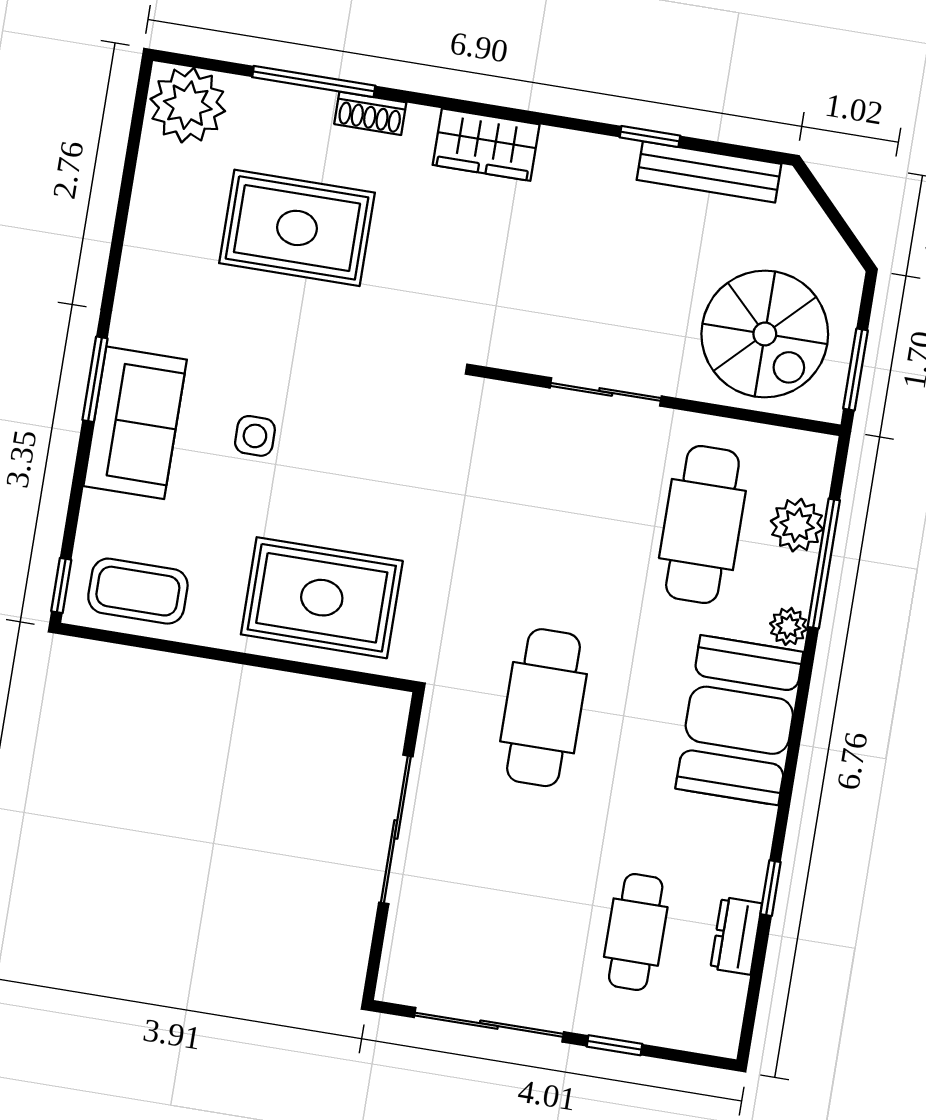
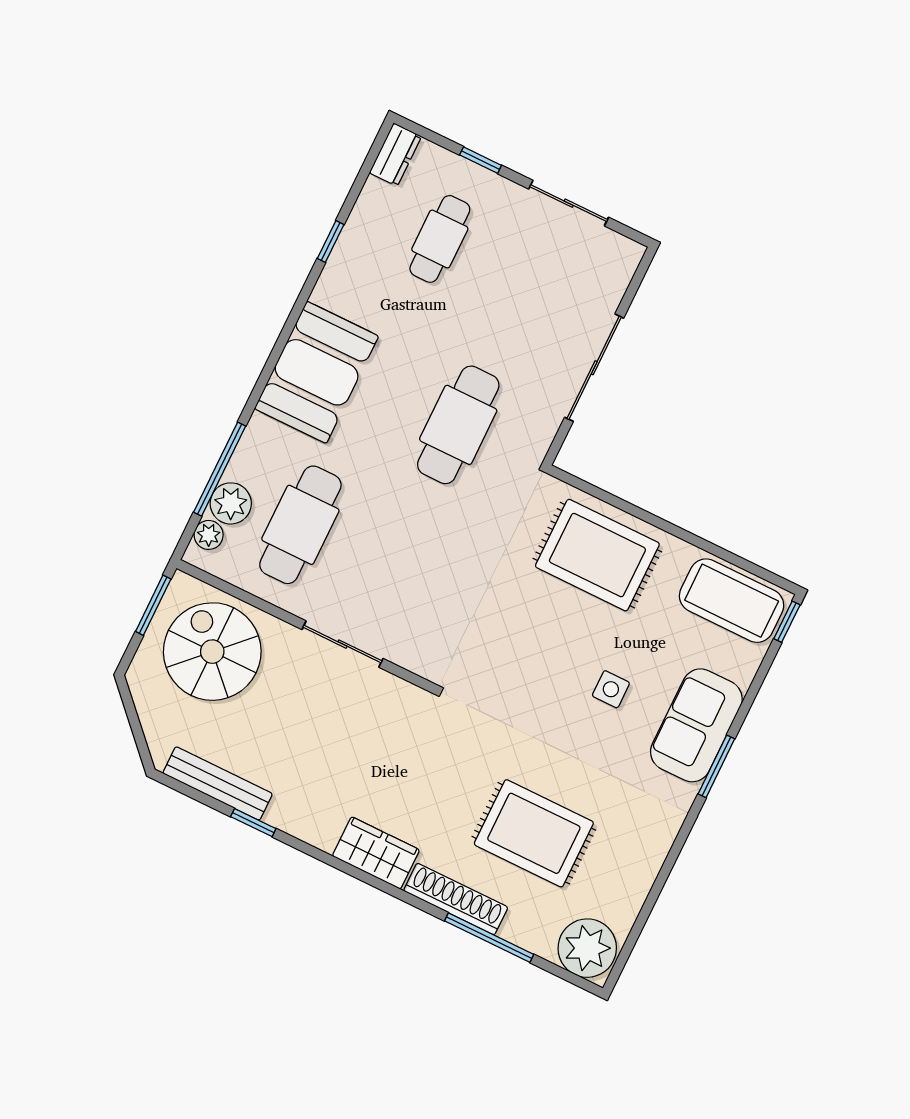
shoe rack: (370, 113) -> (456, 899), width x1.94, depth x1.24
coffee table: (138, 591) -> (732, 601), width x1.36, depth x1.32
plant: (789, 626) -> (209, 535), moved
dresser: (736, 936) -> (395, 155), moved
sliding door: (489, 1025) -> (569, 203), width x0.73

